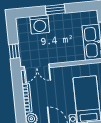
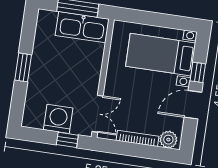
washing machine: (40, 24) -> (58, 119), moved, turned -90

